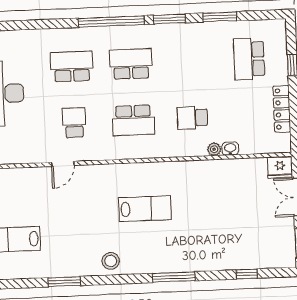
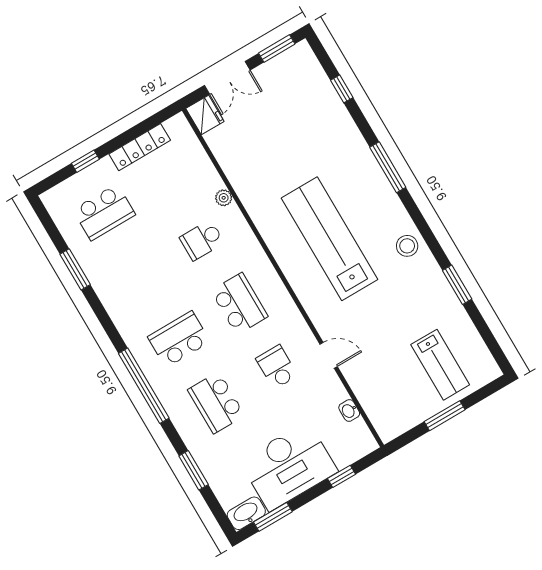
window: (169, 19) -> (194, 470), moved
school desk: (131, 64) -> (179, 339), turned 90
school desk: (192, 118) -> (202, 240), turned 90
school desk: (74, 123) -> (277, 367), turned 90
washbasin: (230, 149) -> (349, 410), moved
lab bench: (145, 209) -> (329, 239), width x1.86, depth x1.39

